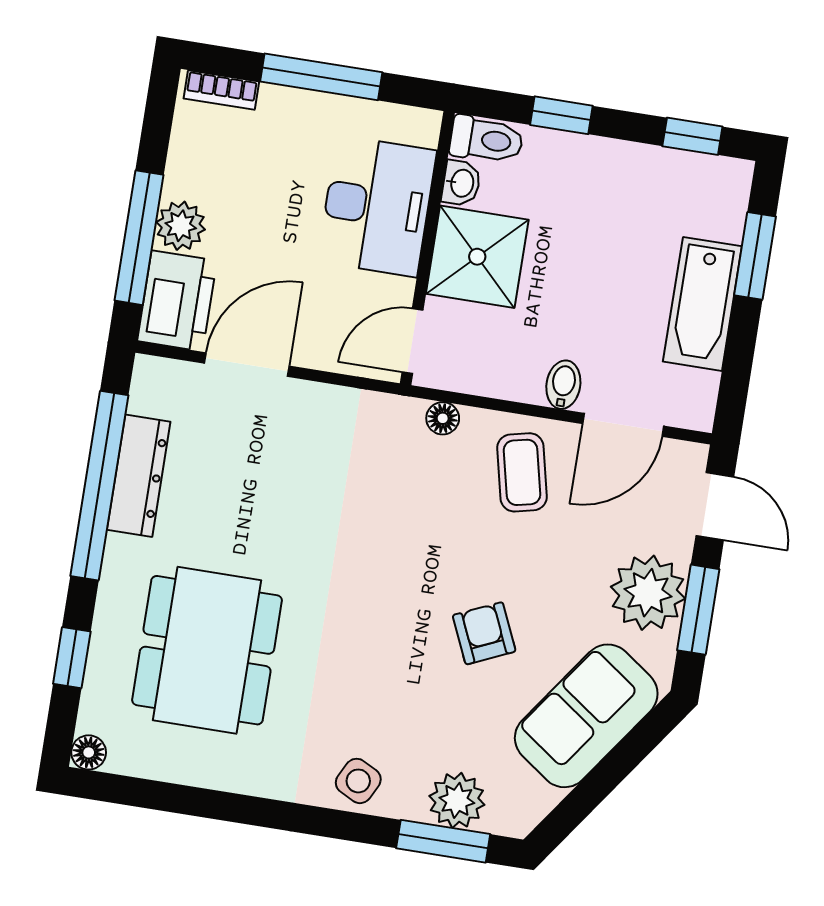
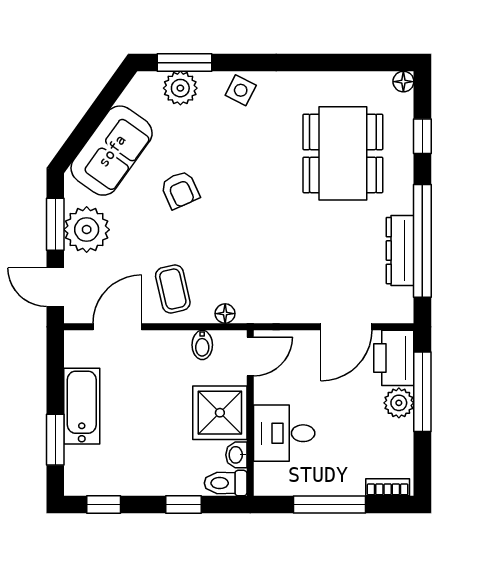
desk: (377, 206) -> (284, 433), width x0.73
bidet: (563, 385) -> (202, 345), moved

